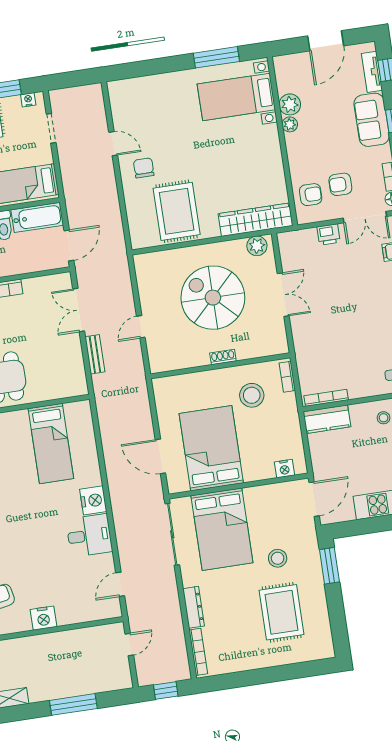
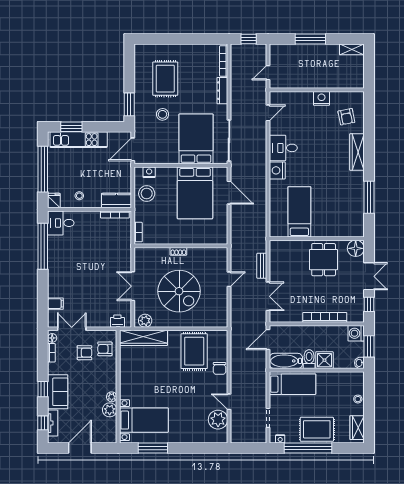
plant: (126, 114) -> (218, 420), added
chair: (144, 168) -> (219, 368), moved
printer: (329, 234) -> (117, 321), moved
stool: (252, 395) -> (147, 194), moved

